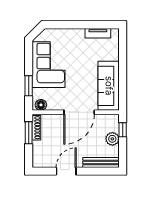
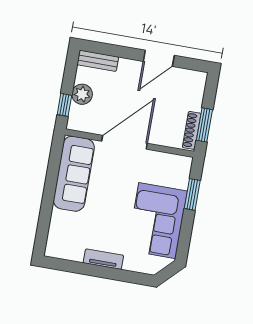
tv unit: (98, 33) -> (103, 259), moved
floor lamp: (41, 105) -> (179, 163), removed
bench: (101, 163) -> (98, 61), width x0.73

